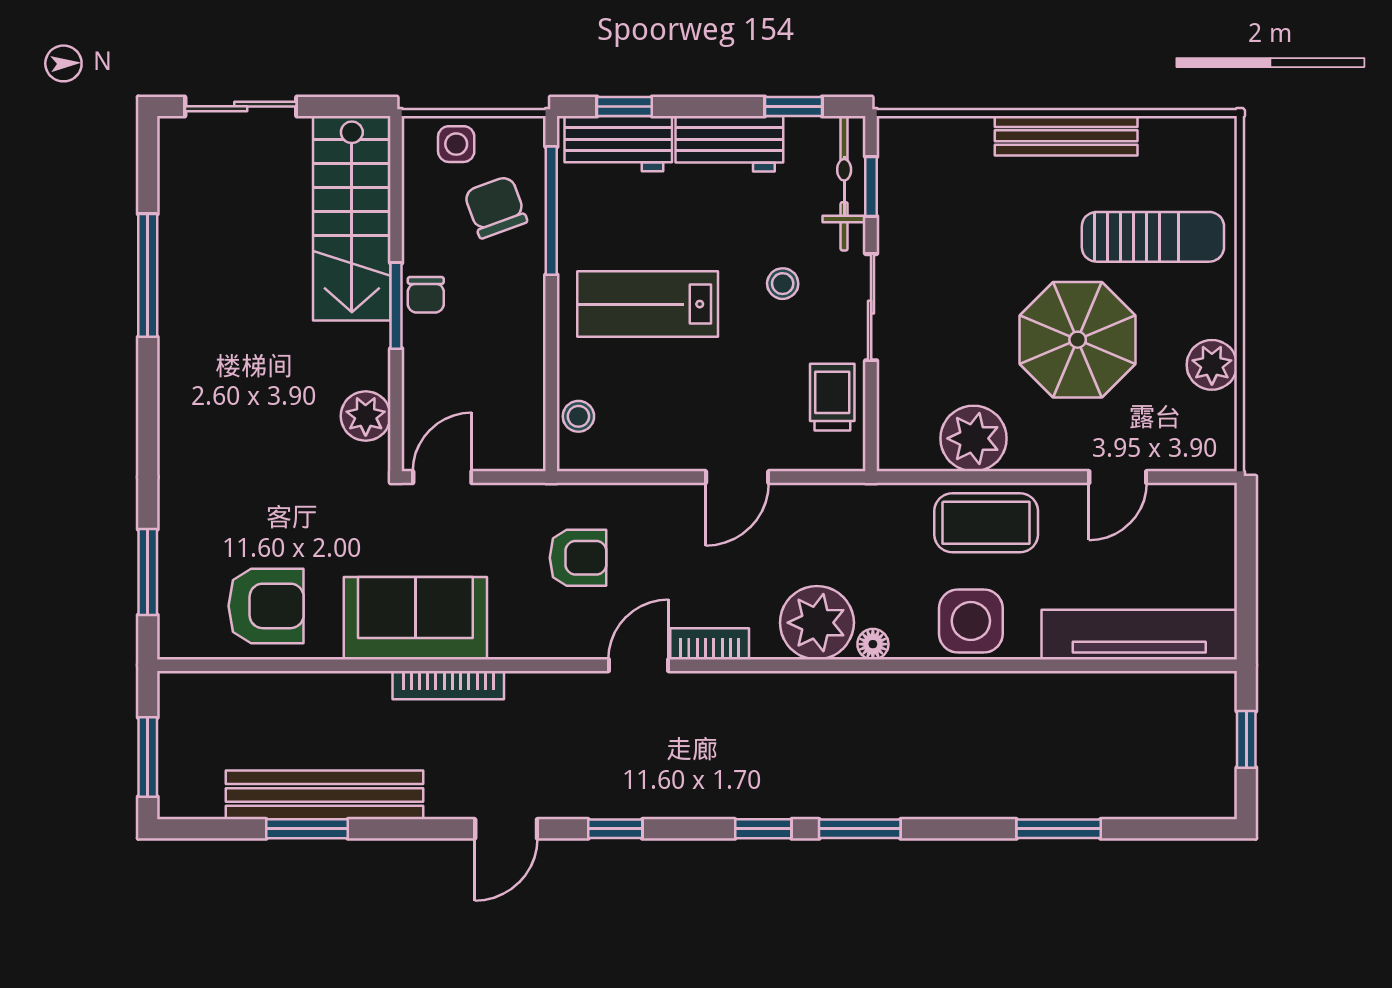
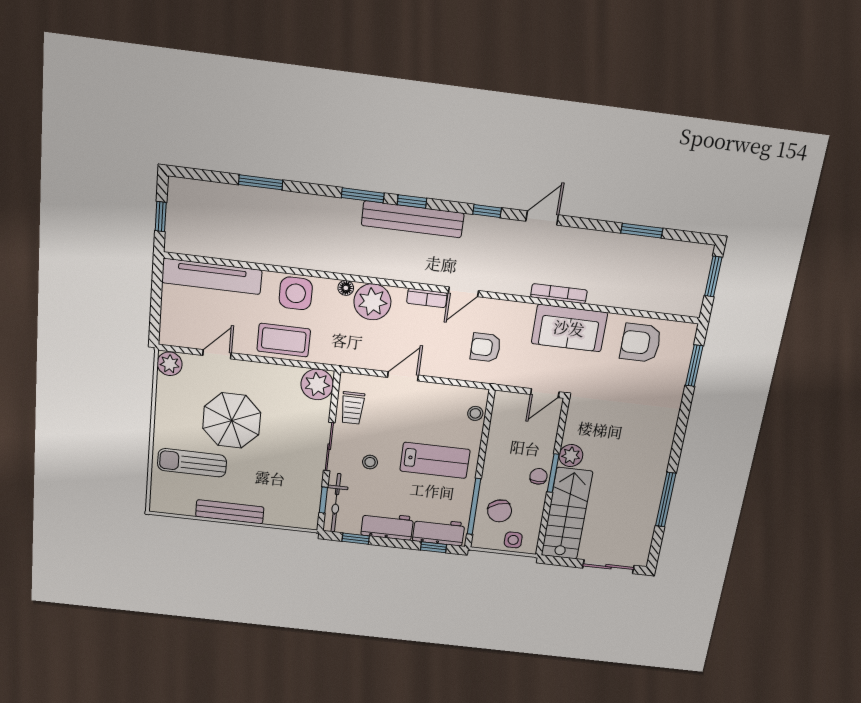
plant: (1212, 365) -> (170, 364), moved
plant: (366, 416) -> (571, 456), moved
plant: (974, 438) -> (317, 384), moved
bench: (325, 795) -> (413, 219), moved

